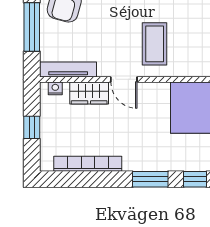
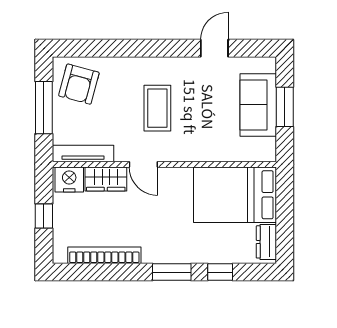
coffee table: (155, 44) -> (157, 108), moved
nightstand: (55, 88) -> (69, 180), width x1.89, depth x1.79

